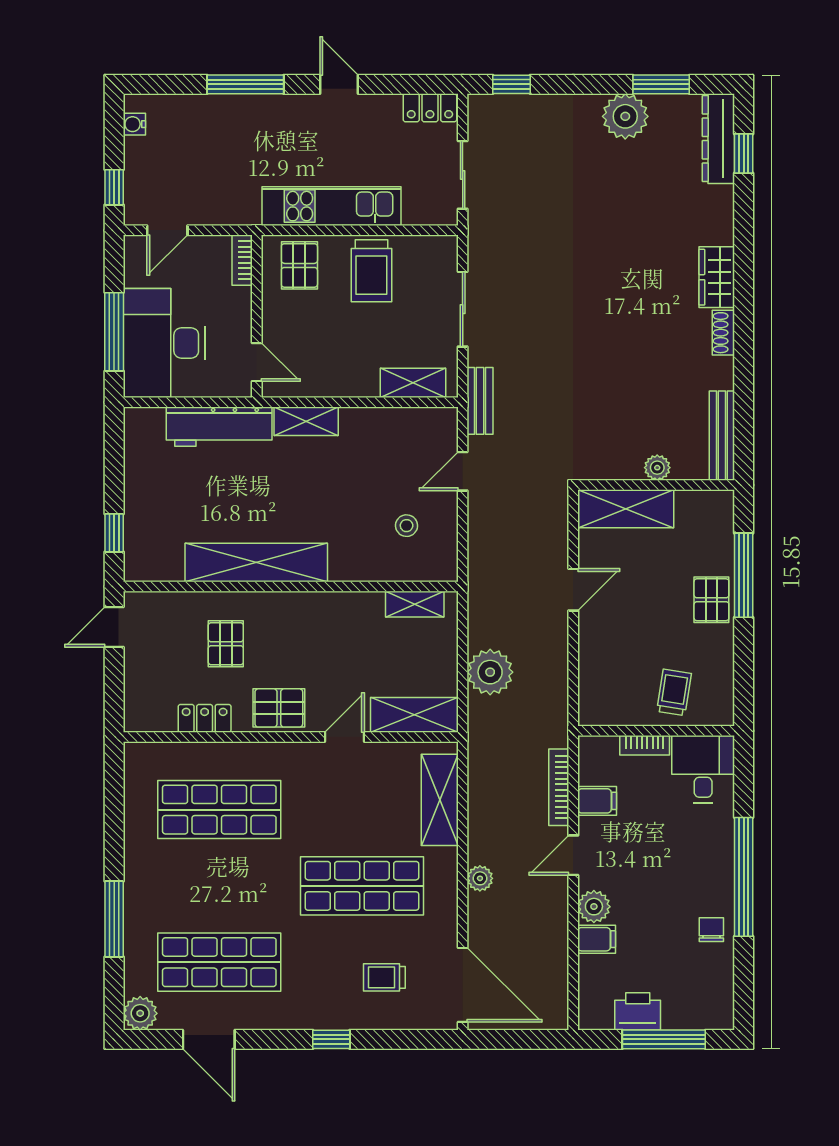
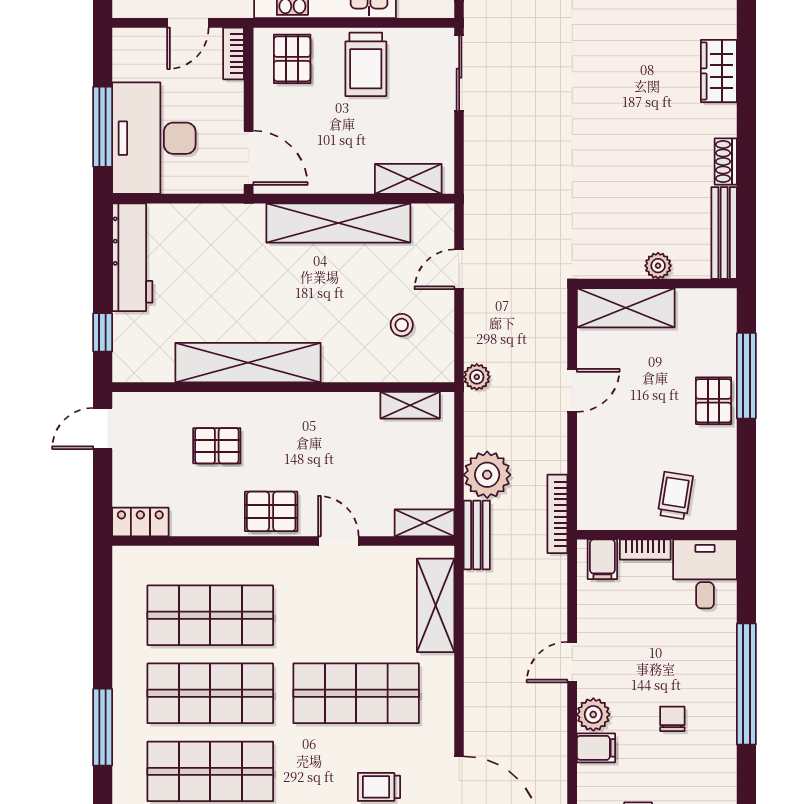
door: (167, 230) -> (188, 23), moved
sliding door: (463, 309) -> (459, 73), moved
shoe rack: (723, 333) -> (726, 161), moved
door: (257, 362) -> (249, 158), width x1.38
bench: (480, 401) -> (477, 535), moved
shelving: (306, 421) -> (338, 223), width x2.20, depth x1.33
workbench: (219, 427) -> (132, 257), moved, turned -90
pallet: (226, 644) -> (217, 446), turned 90
shelving: (414, 715) -> (425, 523), width x0.67, depth x0.75
locker: (205, 718) -> (140, 522), moved
door: (345, 737) -> (338, 541), hinge flipped
bookcase: (559, 787) -> (557, 514), moved
filing cabinet: (597, 801) -> (602, 559), moved, turned 90
plant: (480, 878) -> (477, 377), moved
shop shelf: (219, 886) -> (210, 693), added
chair: (711, 930) -> (672, 719), moved

